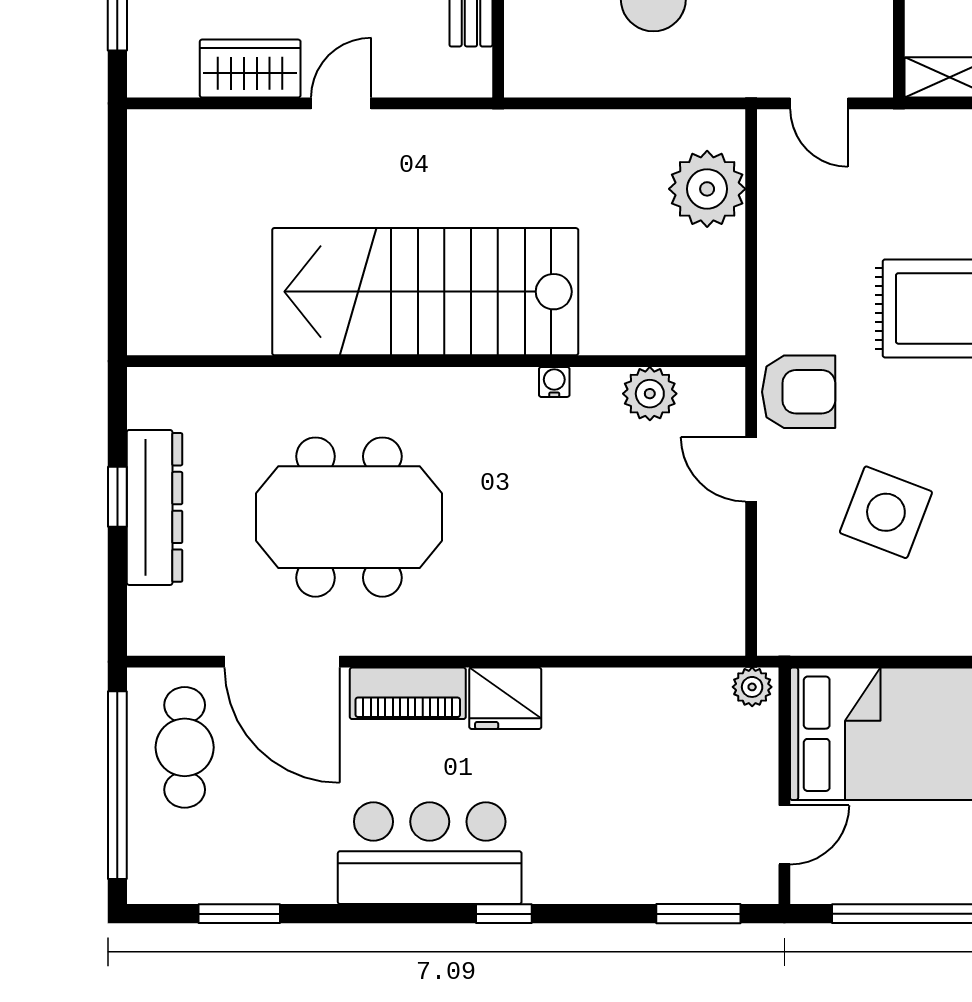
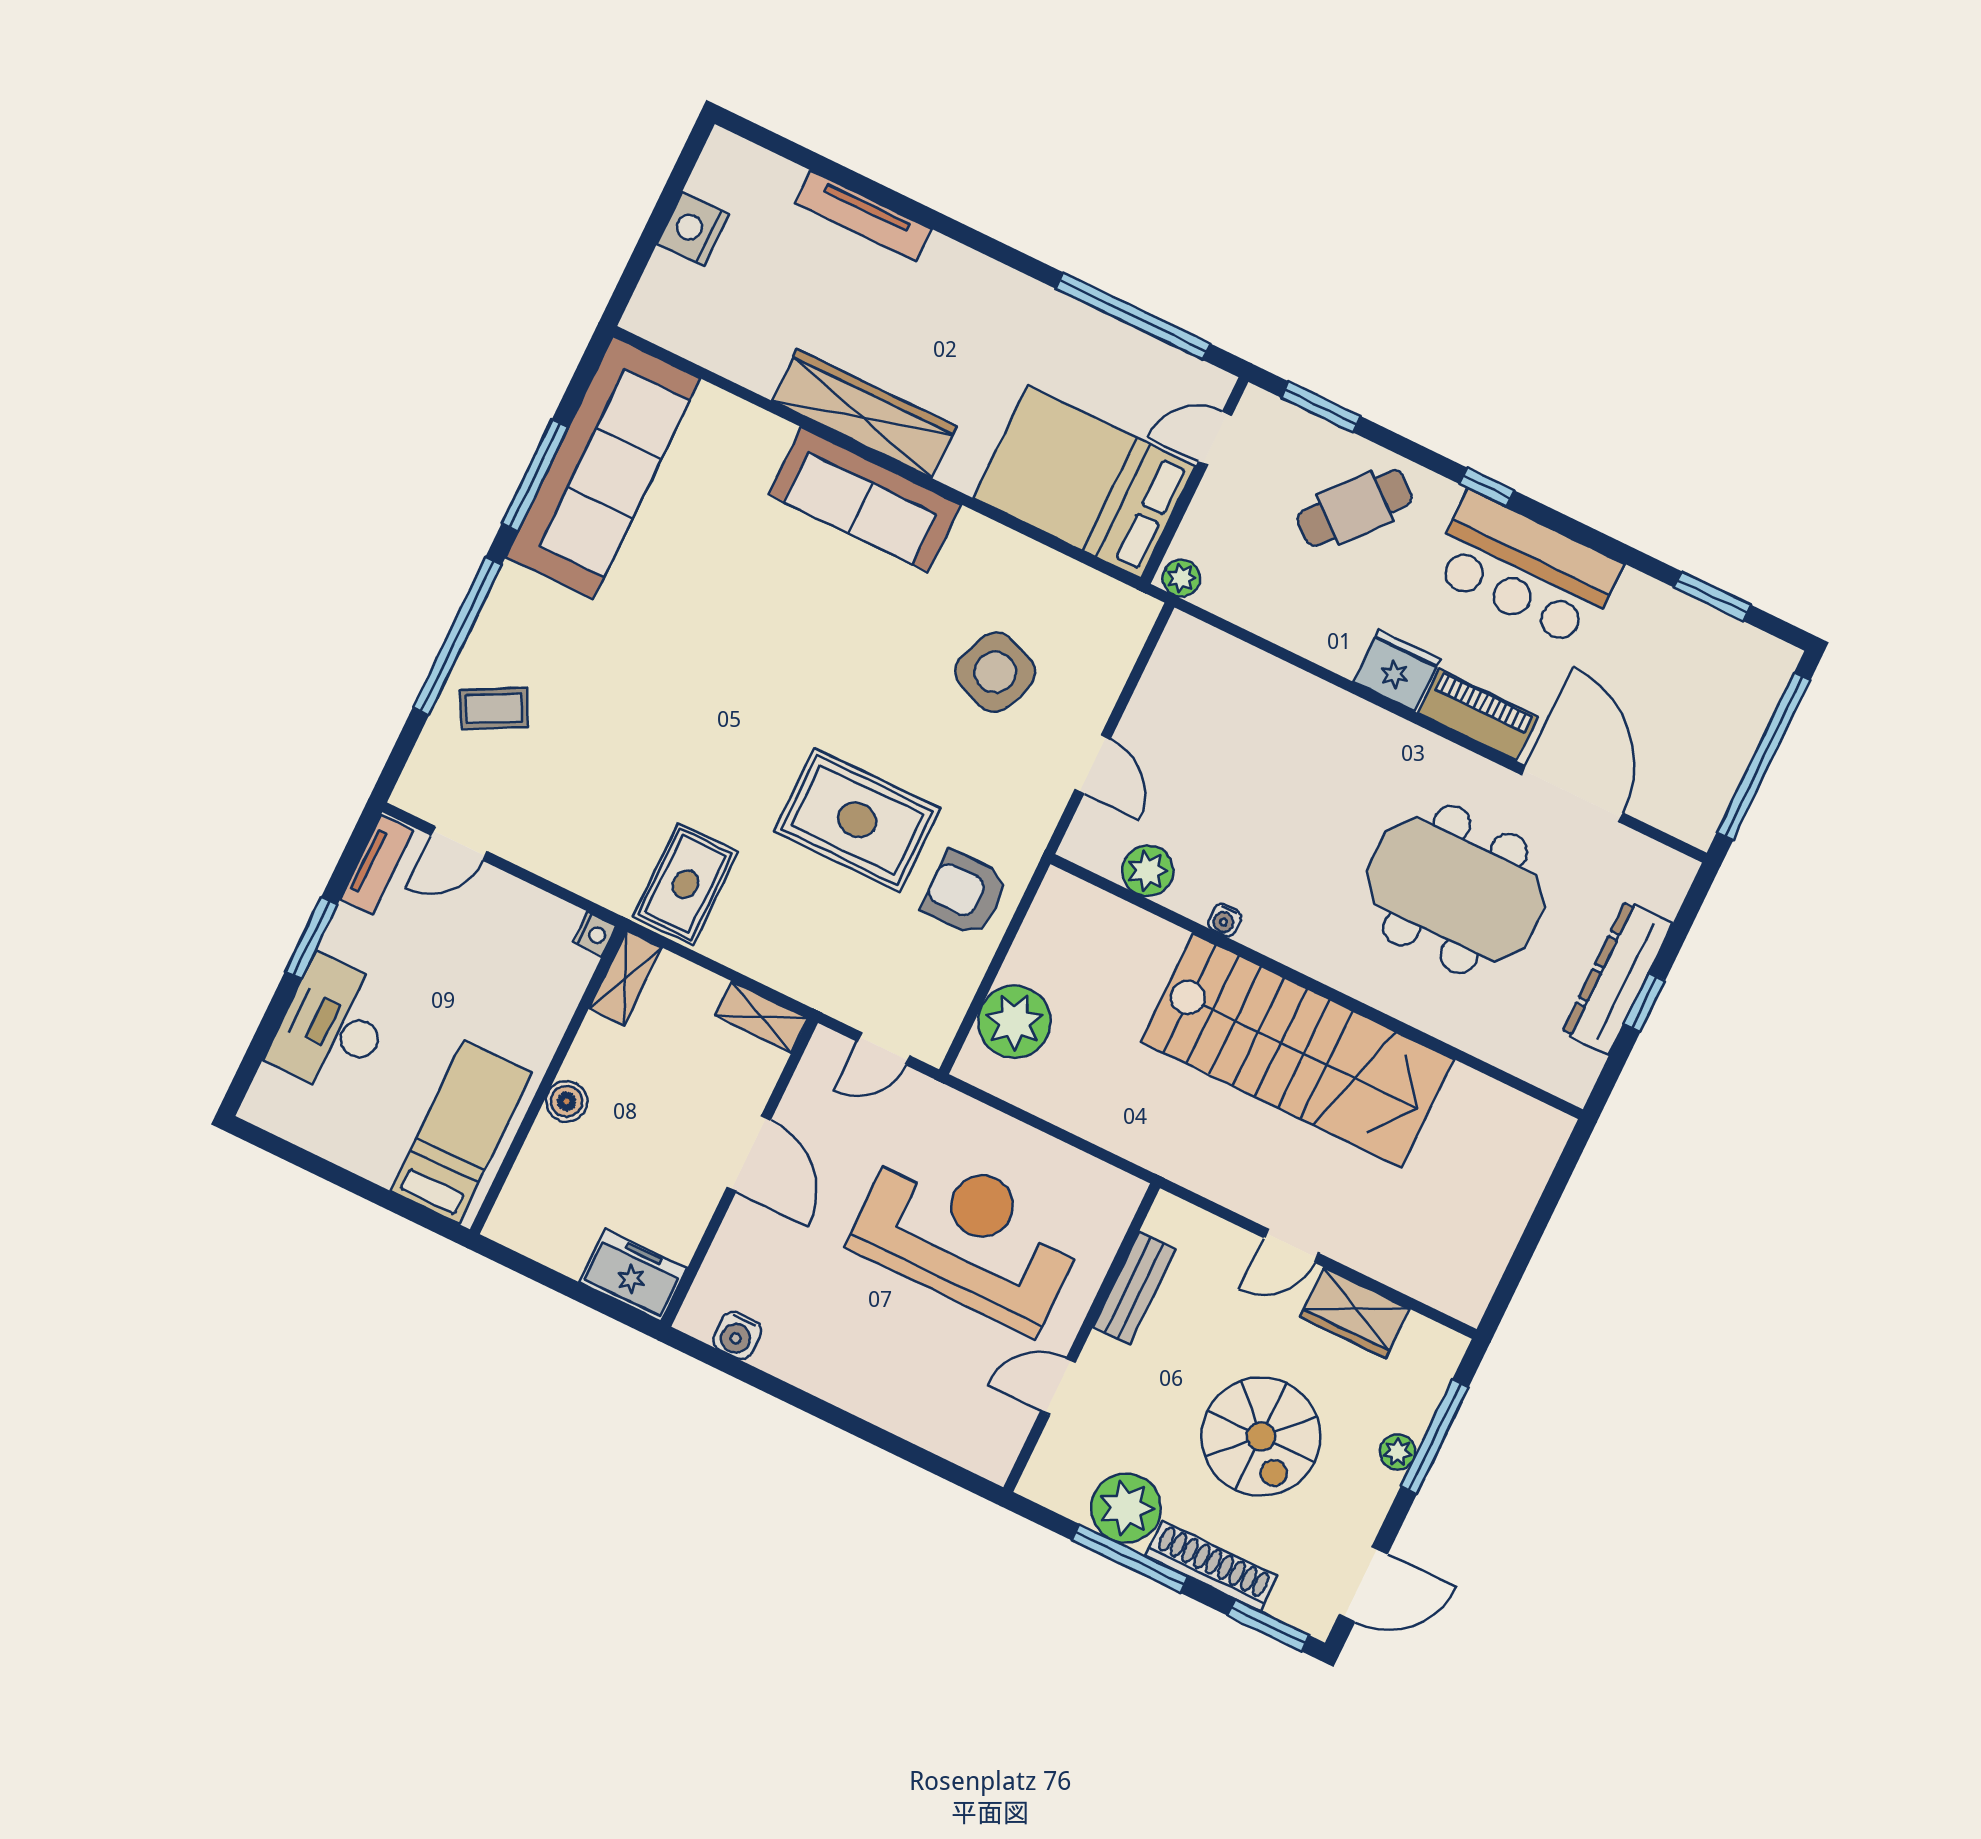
door: (819, 103) -> (884, 1049), swing flipped
armchair: (799, 392) -> (965, 894), moved
cafe table: (185, 747) -> (1355, 508), moved, turned 40

